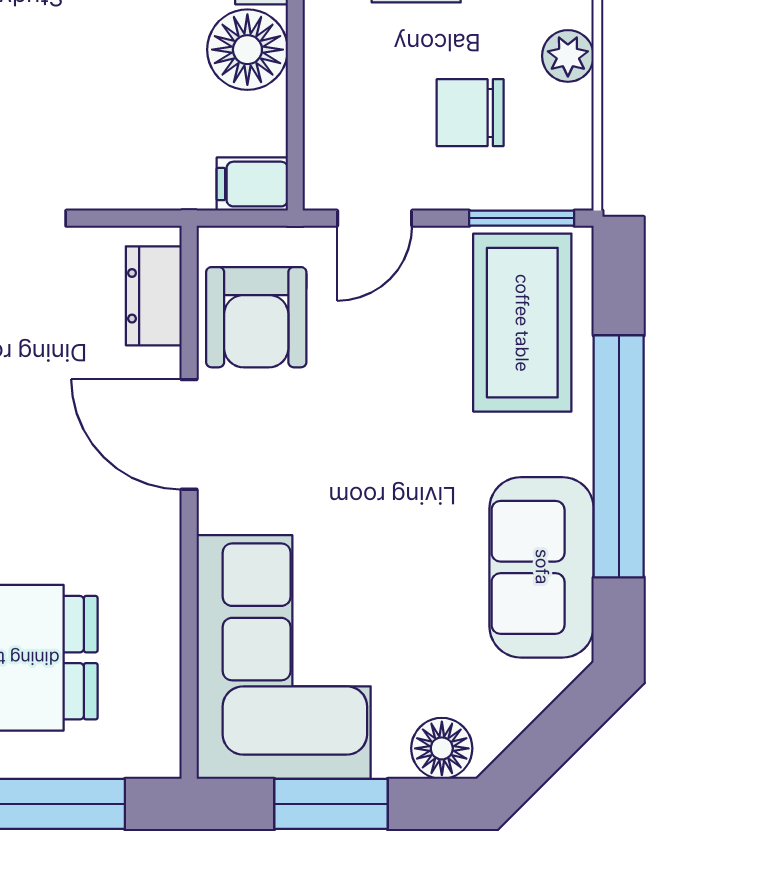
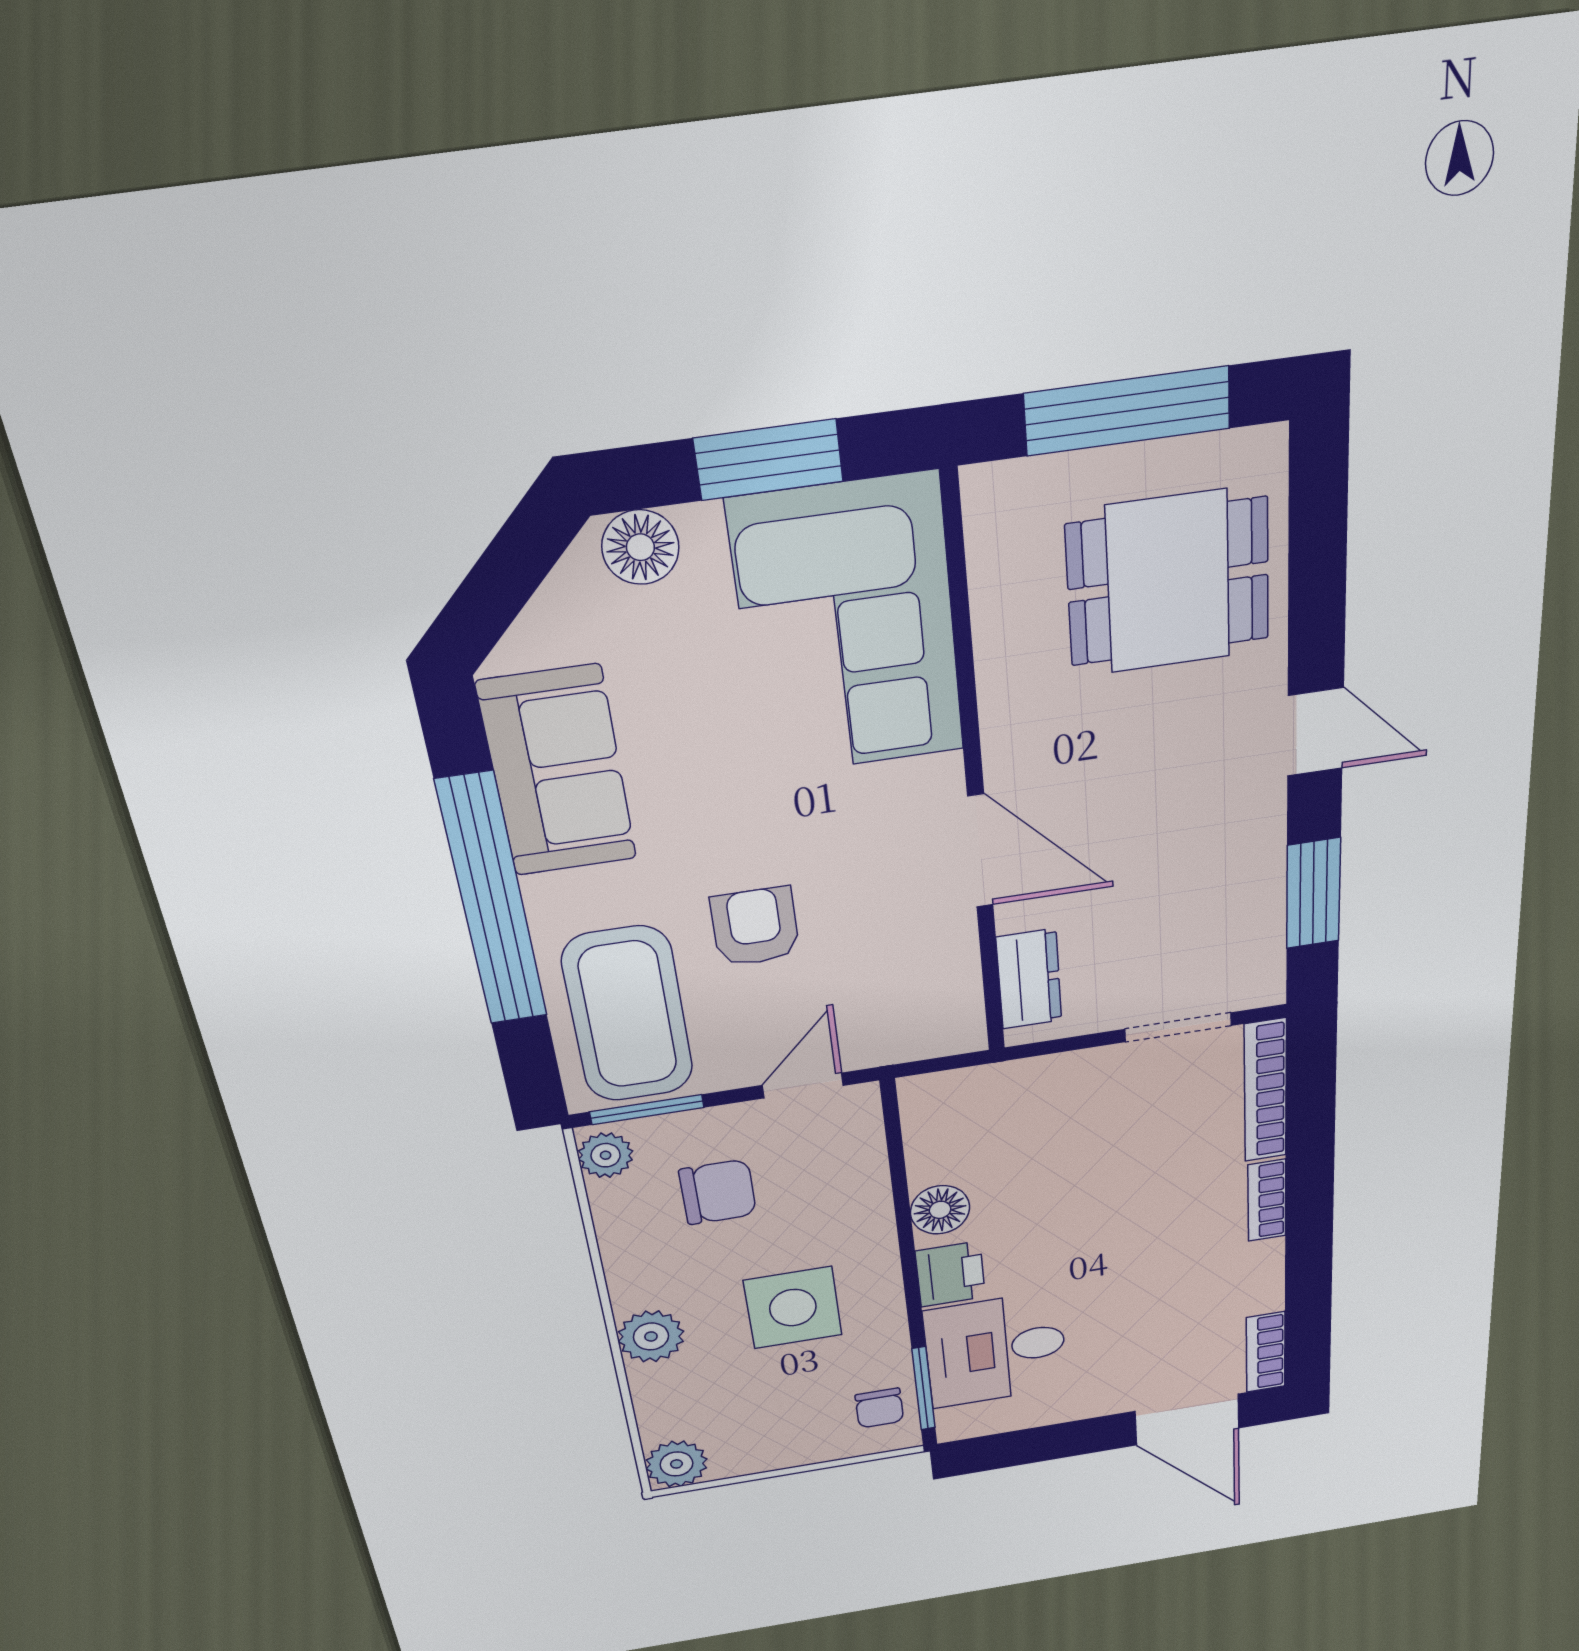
floor lamp: (247, 50) -> (940, 1210), width x0.73, depth x0.73
plant: (568, 56) -> (606, 1155), moved
filing cabinet: (252, 184) -> (935, 1096), removed
armchair: (256, 317) -> (755, 927), moved, width x0.72, depth x0.72

